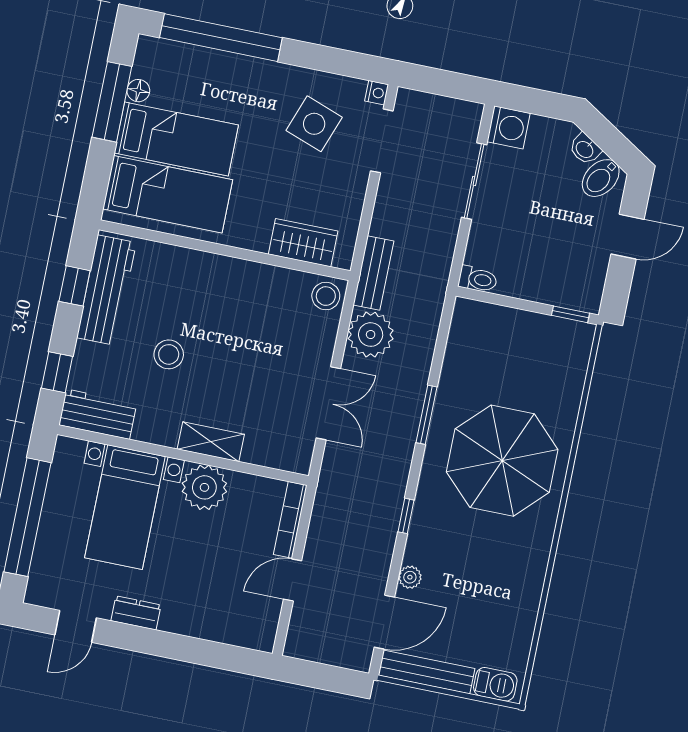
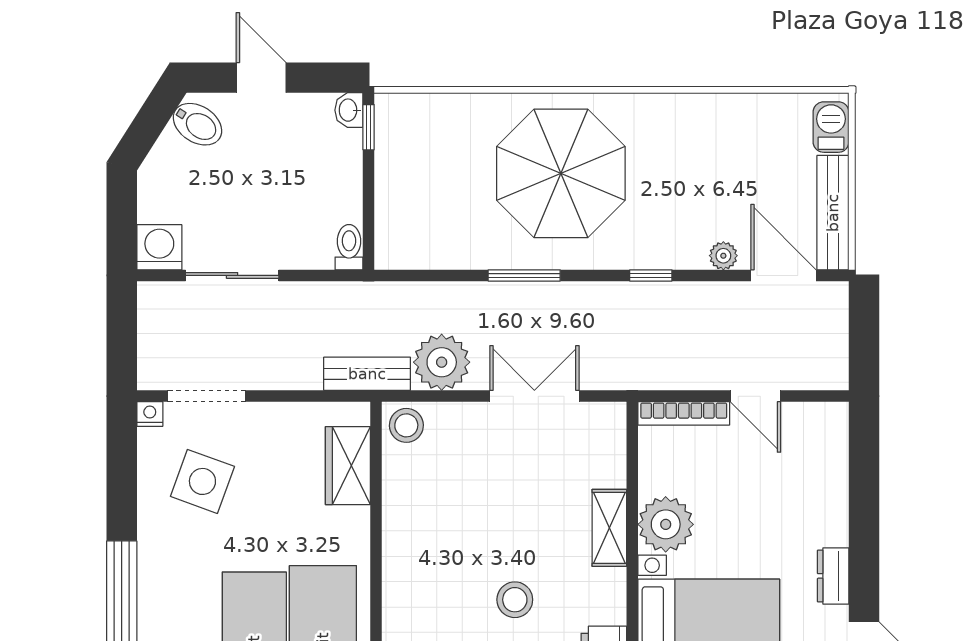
washbasin: (585, 149) -> (349, 110), moved, turned 148

